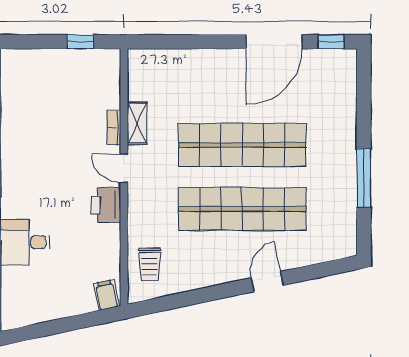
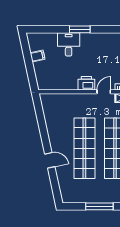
trolley: (149, 264) -> (58, 104), removed
filing cabinet: (106, 295) -> (38, 56), moved

